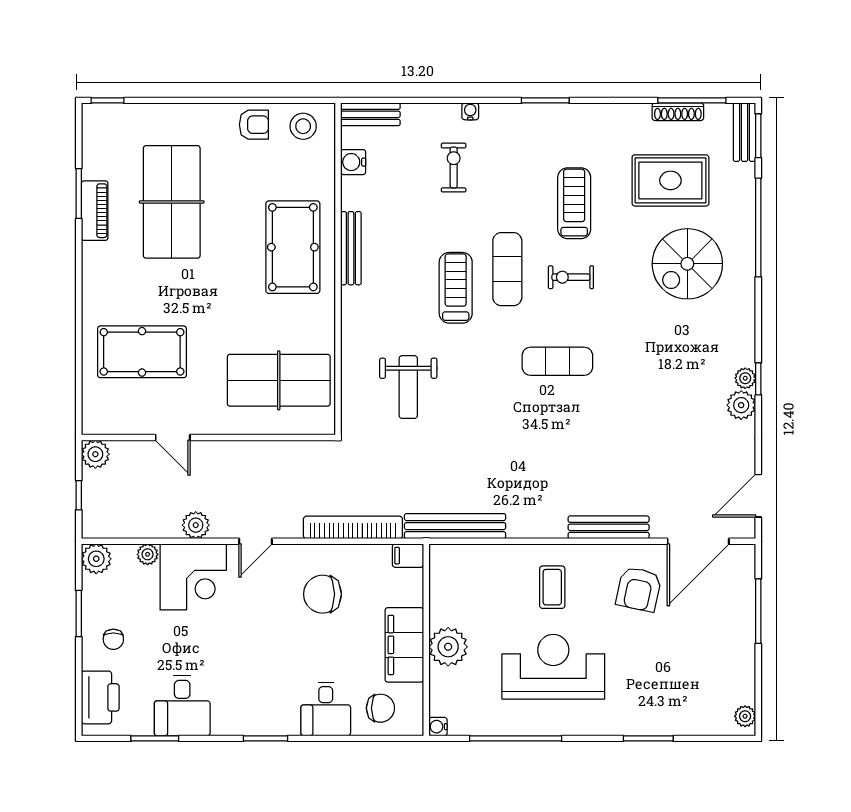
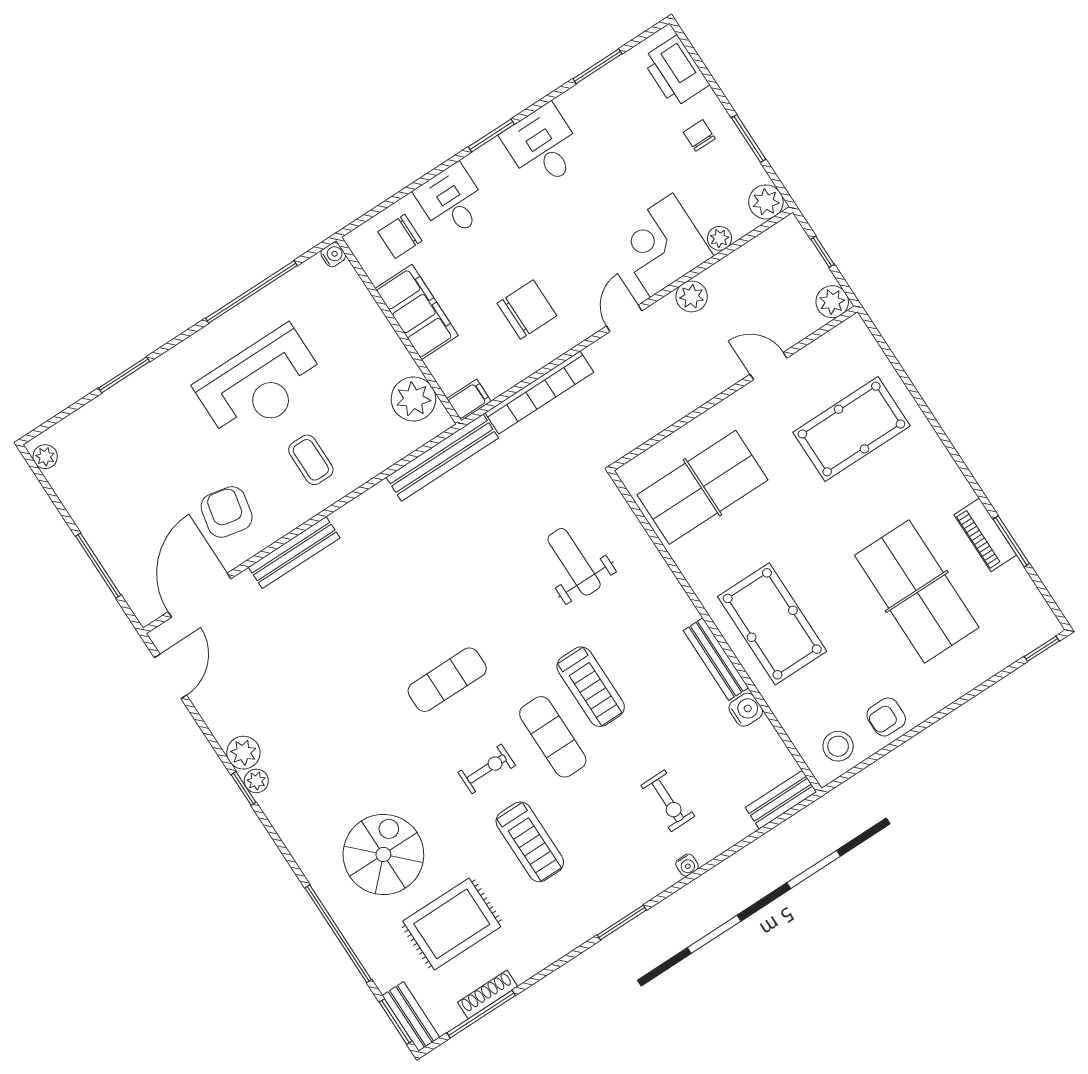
water cooler: (353, 162) -> (746, 710), moved
plant: (448, 647) -> (413, 399), moved
desk: (182, 706) -> (543, 146), moved

